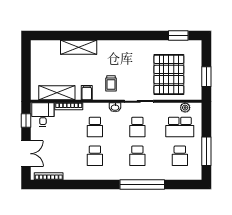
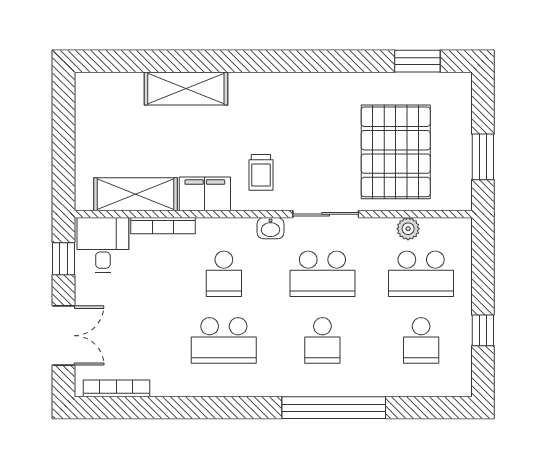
filing cabinet: (87, 93) -> (205, 194), width x2.00
plant: (185, 108) -> (408, 229), moved
school desk: (137, 127) -> (322, 274), width x1.85
window: (206, 151) -> (483, 330), width x0.46
school desk: (95, 156) -> (224, 340), width x1.85

